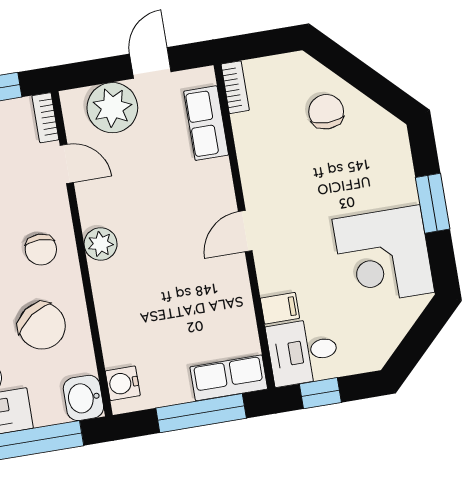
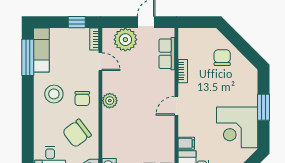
bookcase: (235, 87) -> (183, 71), moved
chair: (42, 326) -> (77, 133), turned 88

